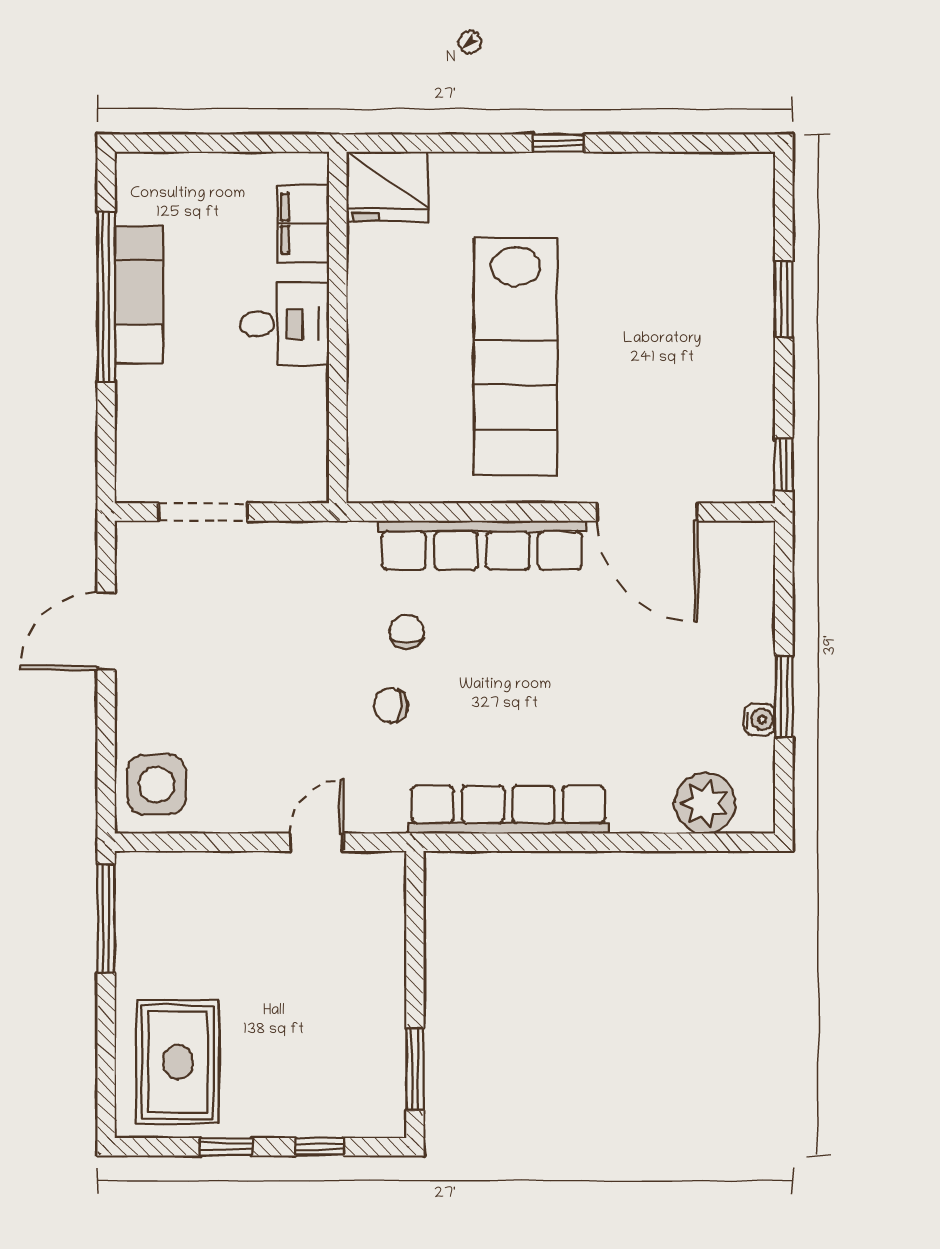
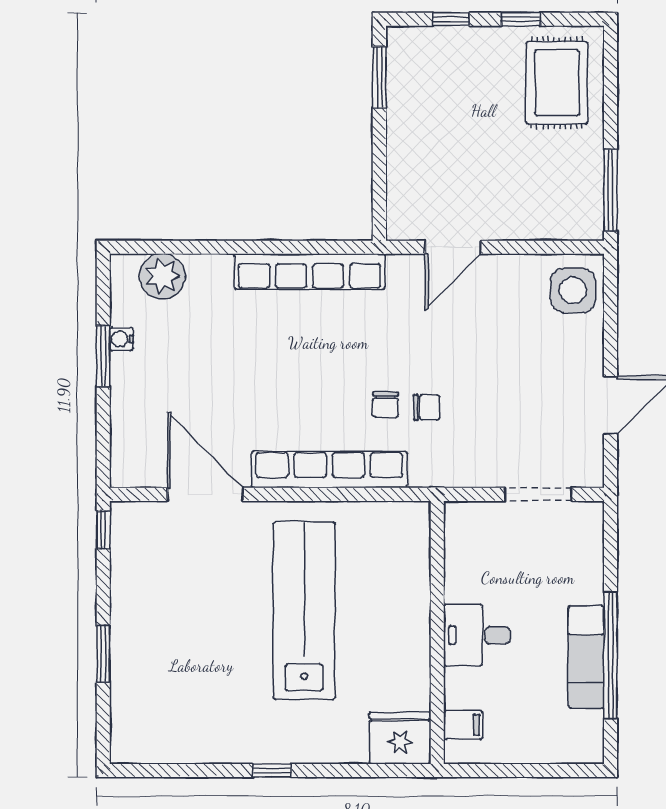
filing cabinet: (303, 223) -> (463, 725), width x0.50
chair: (391, 705) -> (427, 407), moved
door: (317, 842) -> (453, 247), width x1.38

